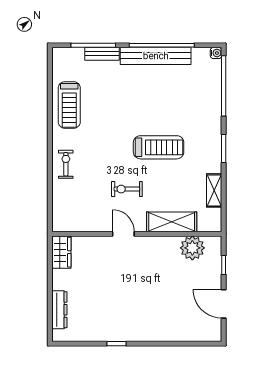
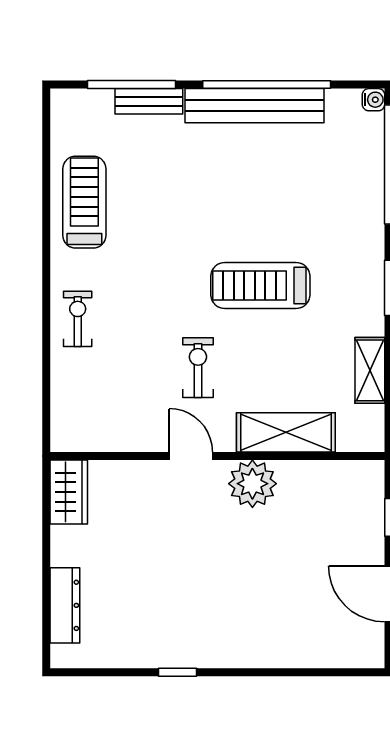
treadmill: (69, 105) -> (84, 202), turned 180
treadmill: (159, 147) -> (260, 286), turned 180
exercise bike: (127, 189) -> (198, 368), turned 90
plant: (192, 248) -> (252, 484), moved

